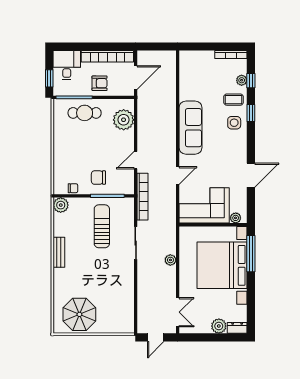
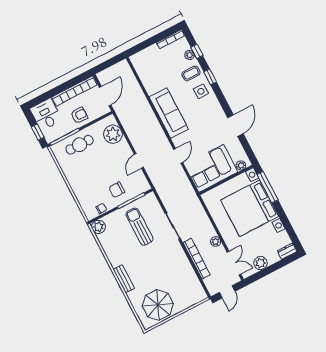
bookcase: (143, 197) -> (197, 259), moved
bench: (59, 252) -> (124, 279), moved
plant: (170, 260) -> (216, 242), moved
plant: (219, 326) -> (260, 263), moved

